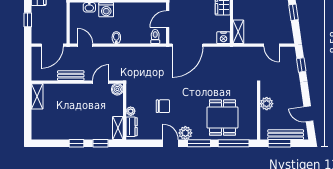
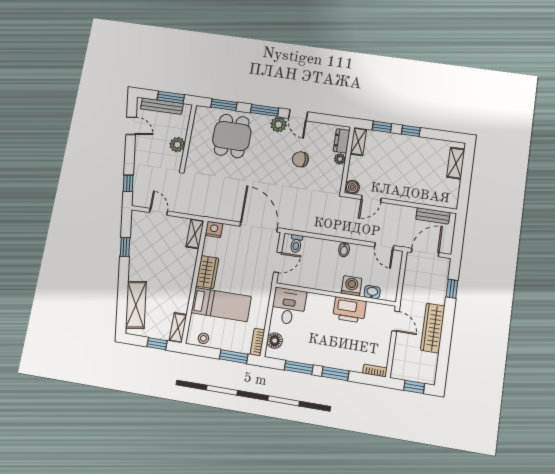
door: (188, 45) -> (259, 227), hinge flipped
bench: (71, 76) -> (433, 216), moved
shelving: (37, 96) -> (456, 163), moved
window: (234, 143) -> (224, 105), width x0.69

